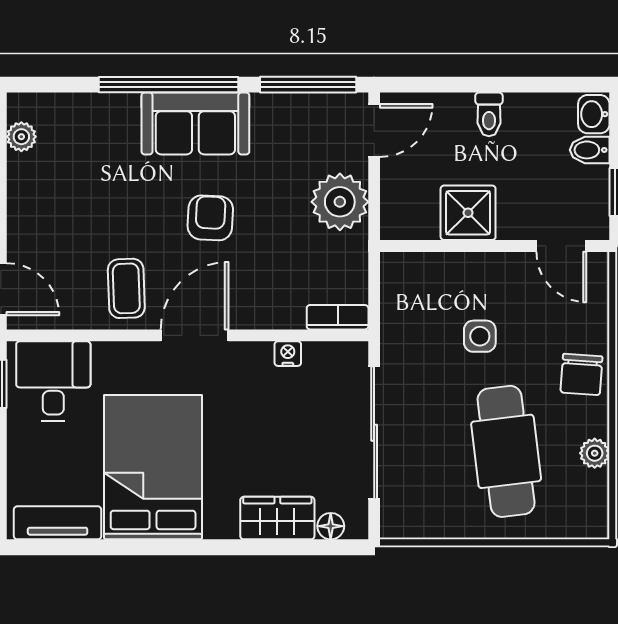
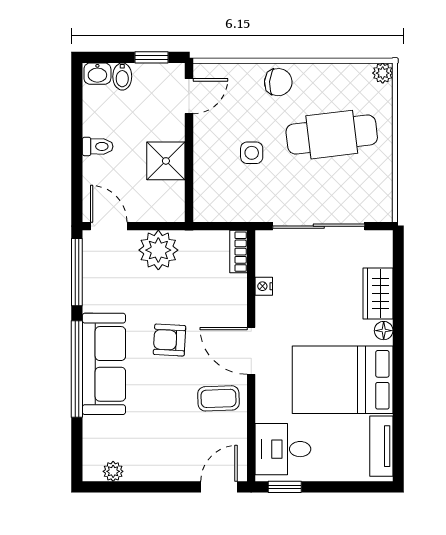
sofa: (195, 123) -> (104, 364), width x1.36
plant: (595, 453) -> (383, 73), moved
floor lamp: (331, 526) -> (384, 331), moved

